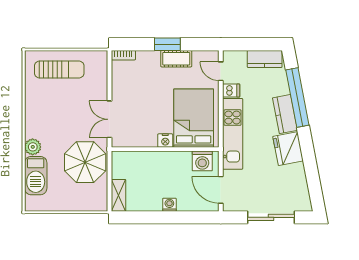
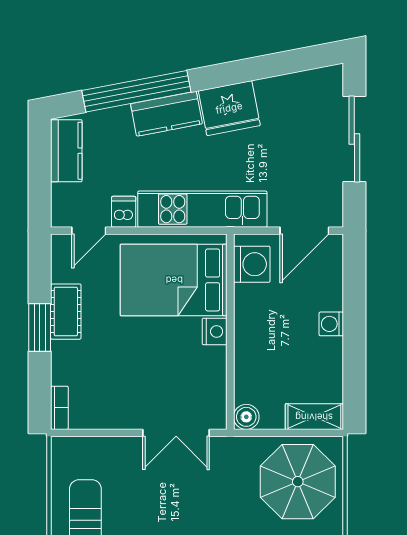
boiler: (118, 158) -> (246, 417), added
parasol: (85, 162) -> (298, 482), moved

